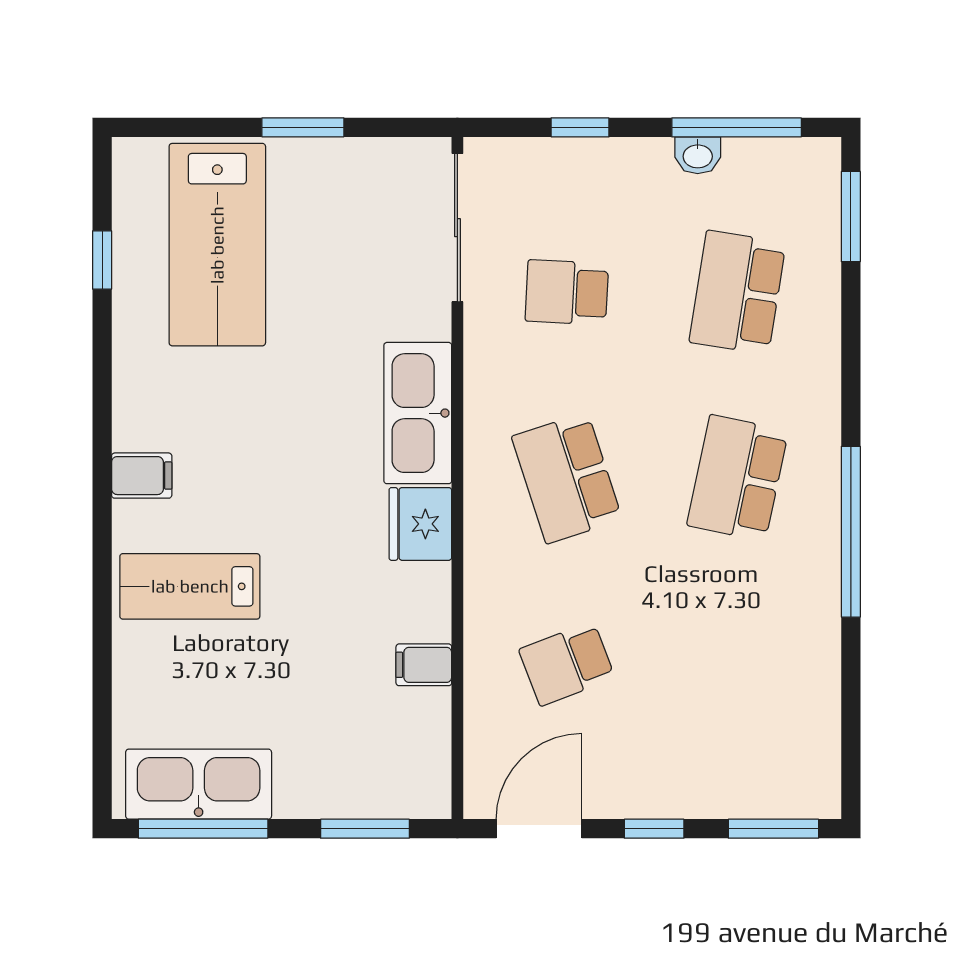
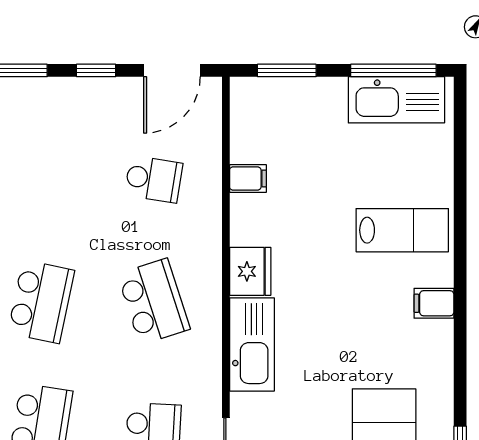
school desk: (567, 664) -> (154, 179), turned 30

